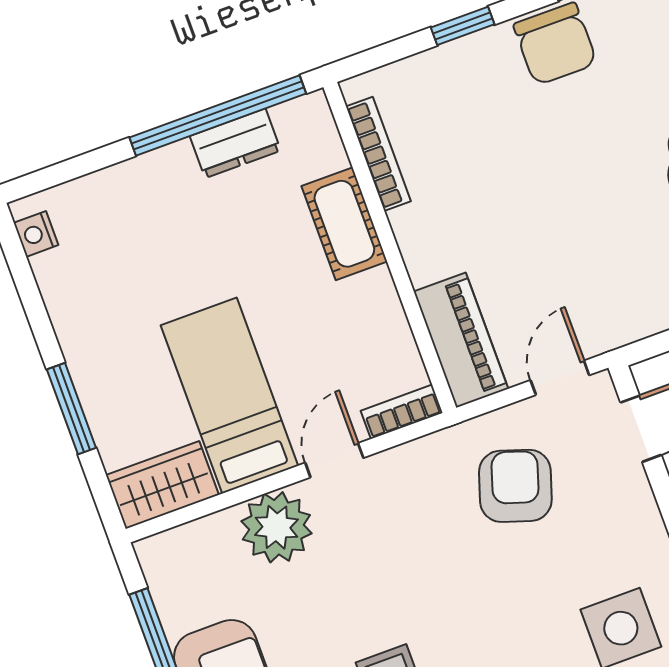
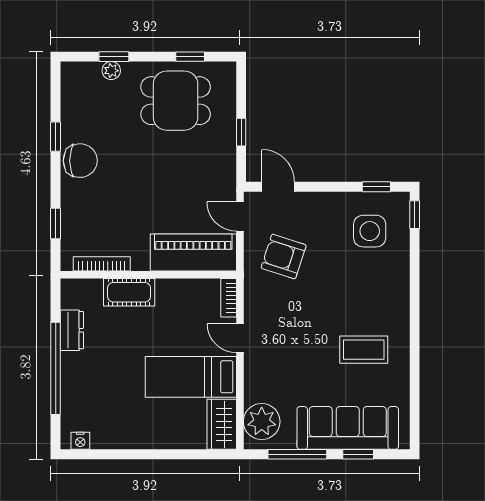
window: (463, 26) -> (56, 224), moved
window: (218, 115) -> (56, 368), moved
piano: (461, 340) -> (193, 252), width x1.37, depth x1.33
window: (71, 409) -> (170, 454), removed
plant: (276, 527) -> (262, 422), moved

